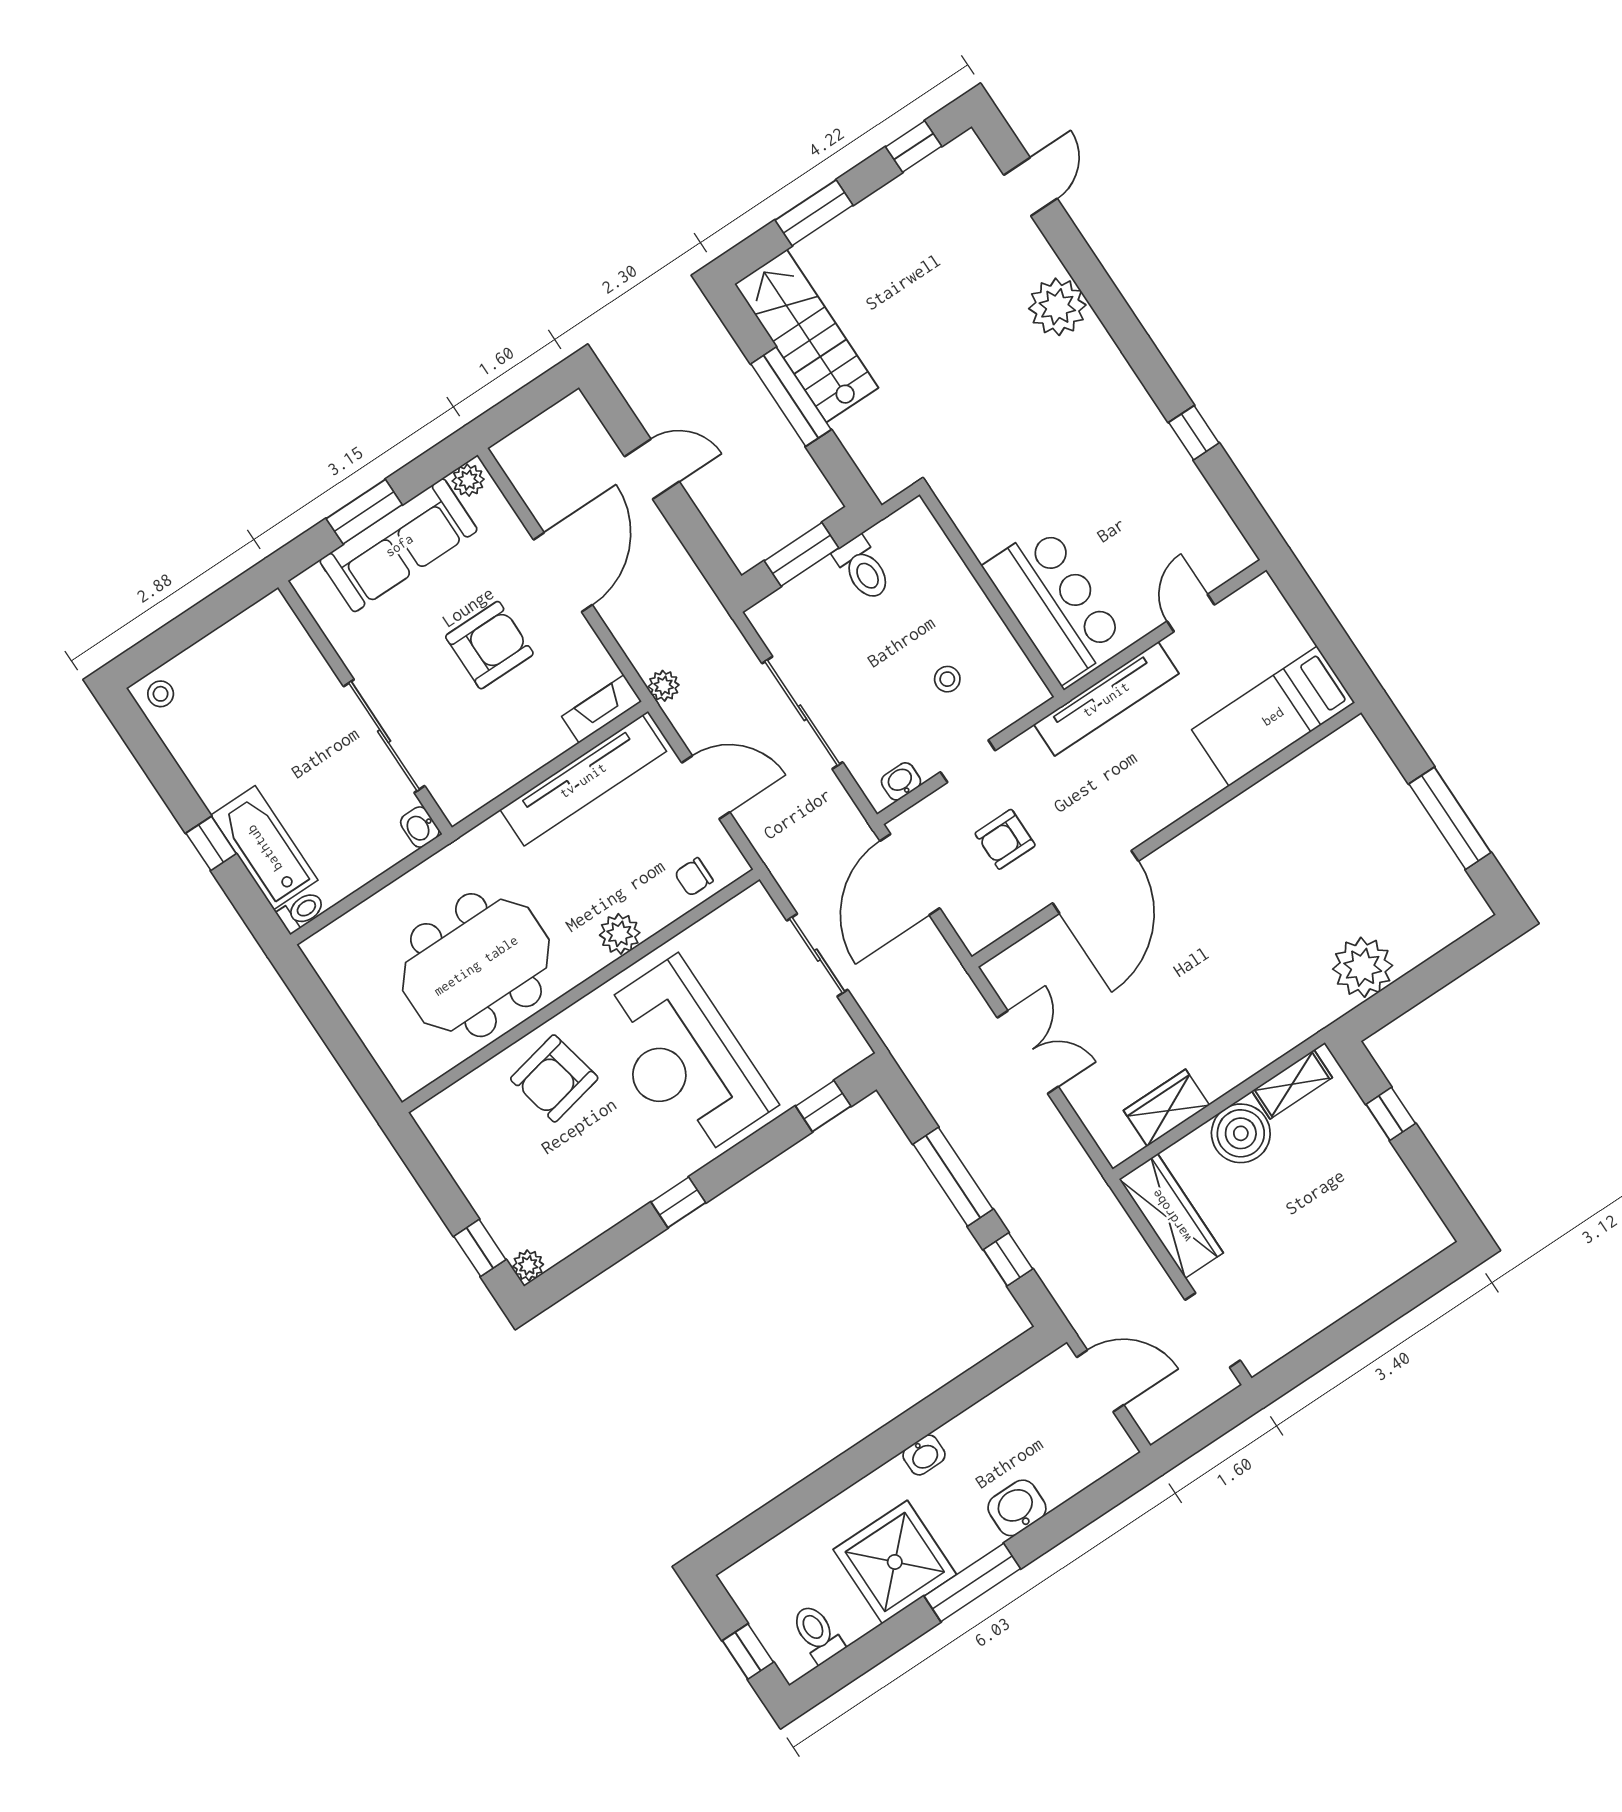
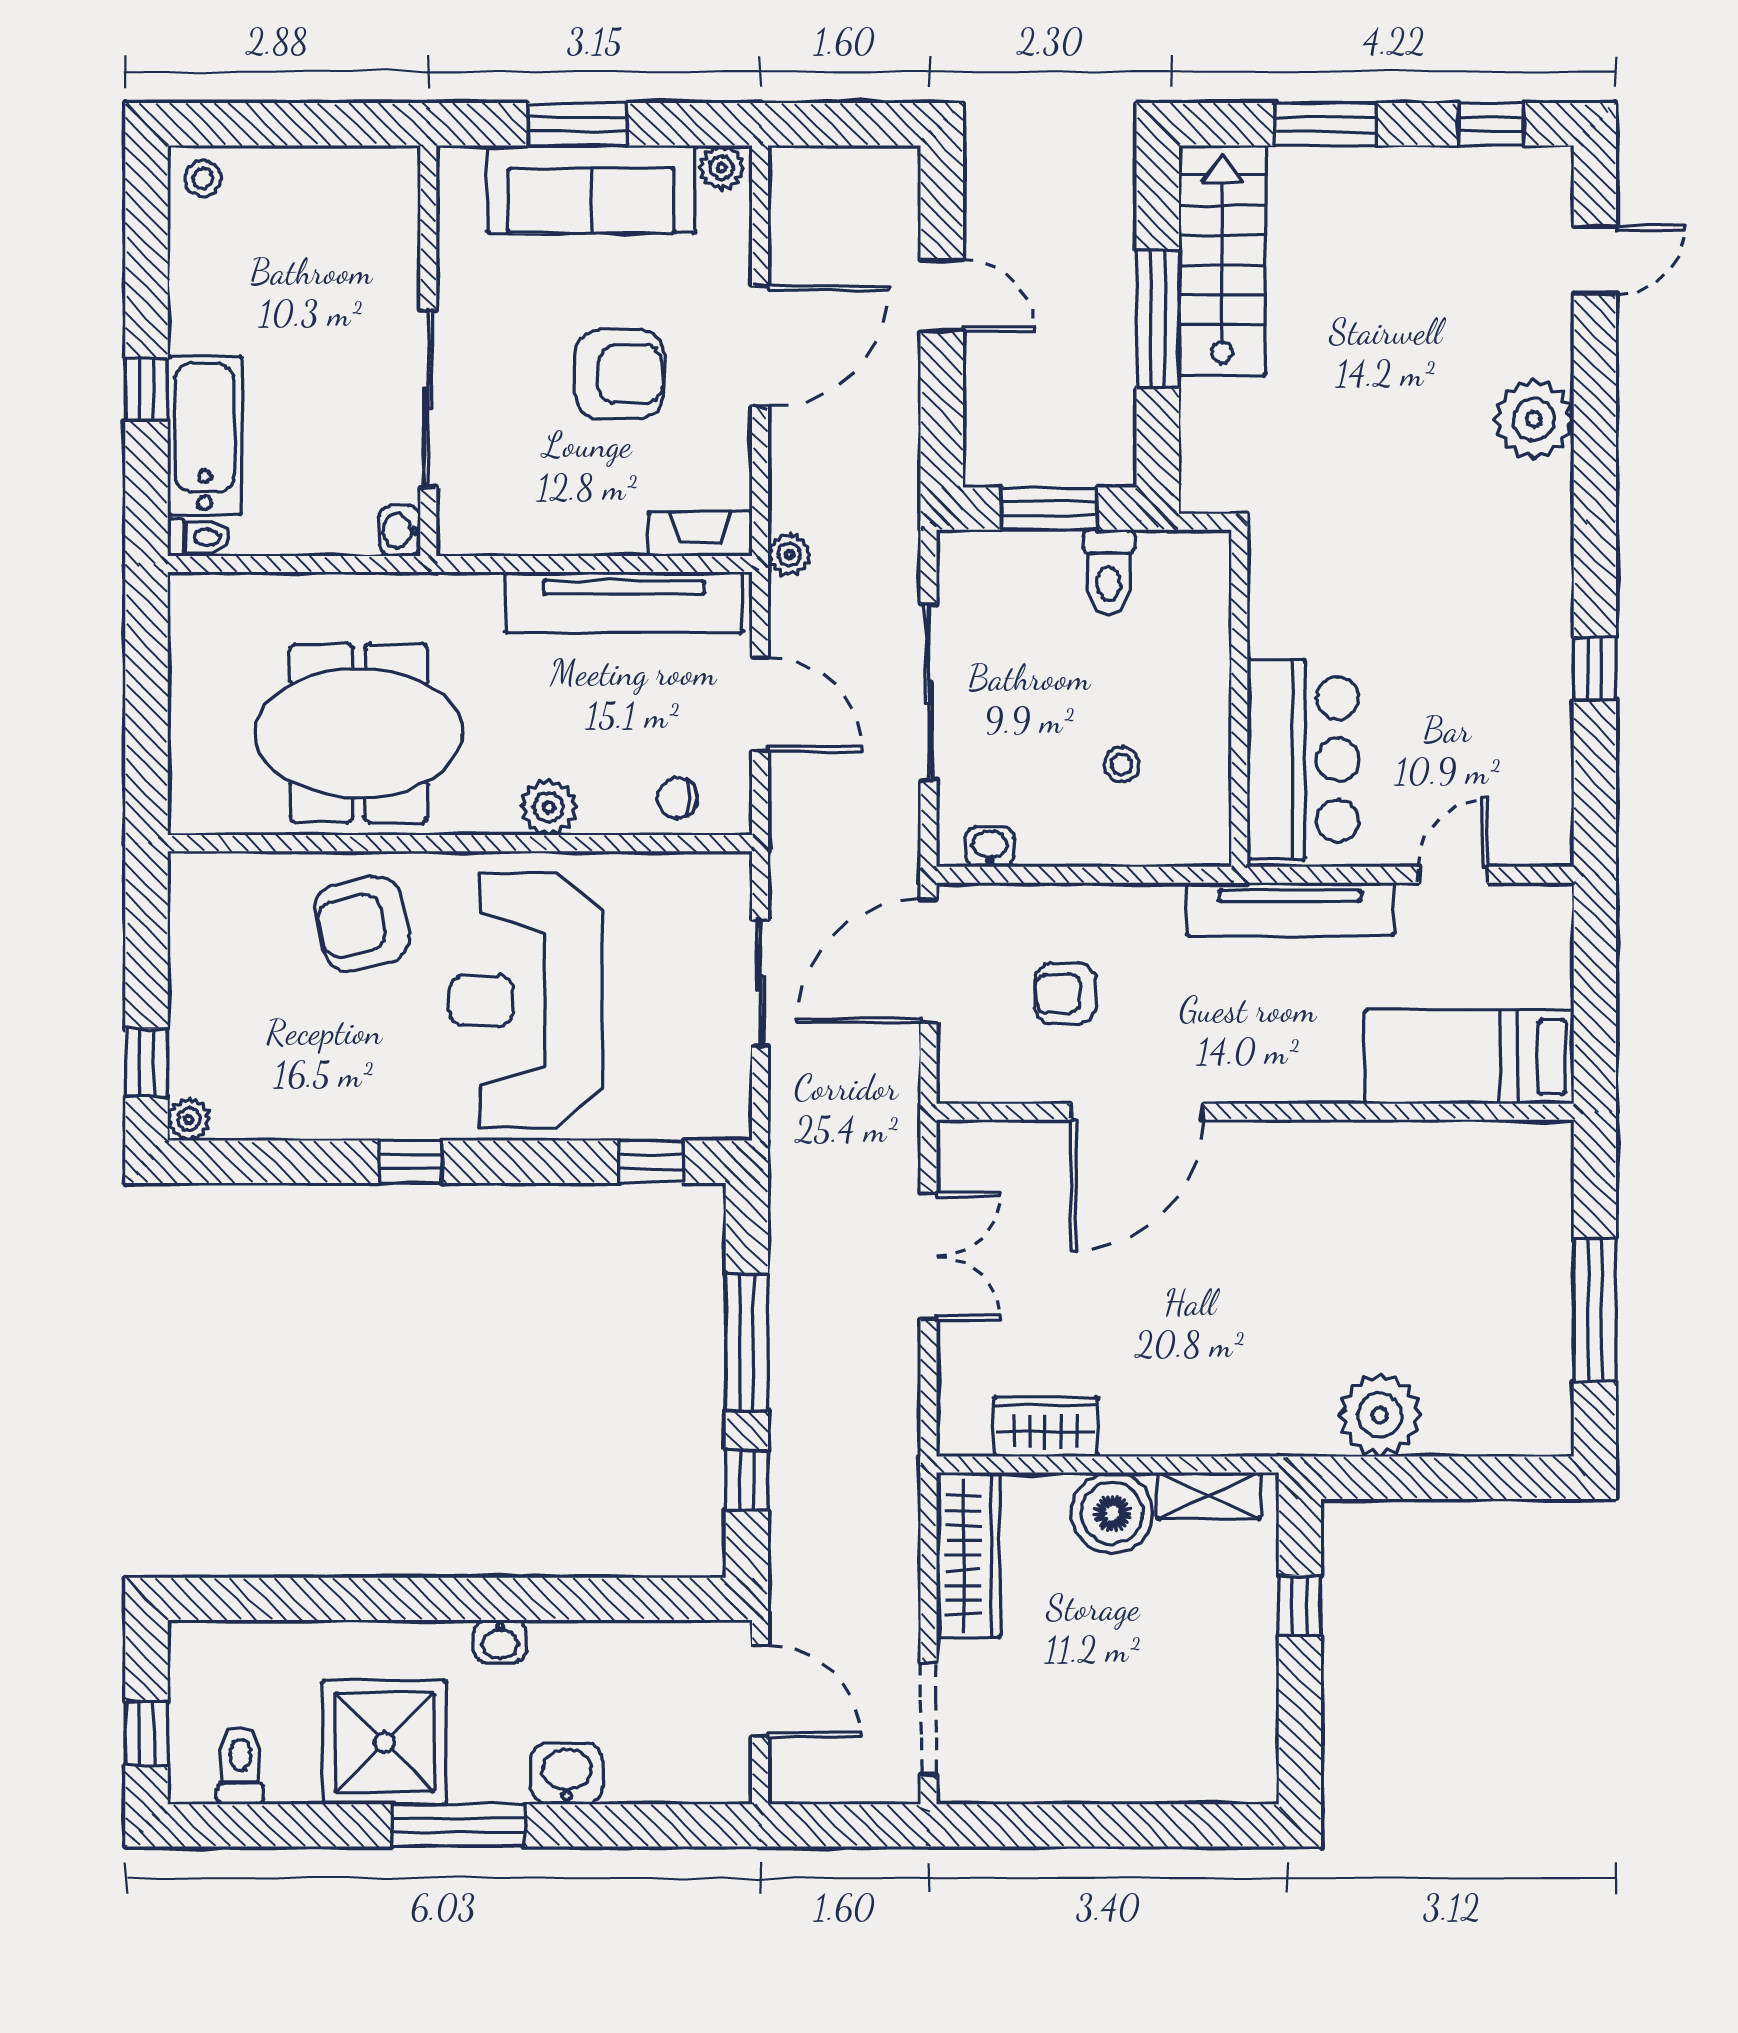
doorway: (968, 761) -> (1082, 875), removed

